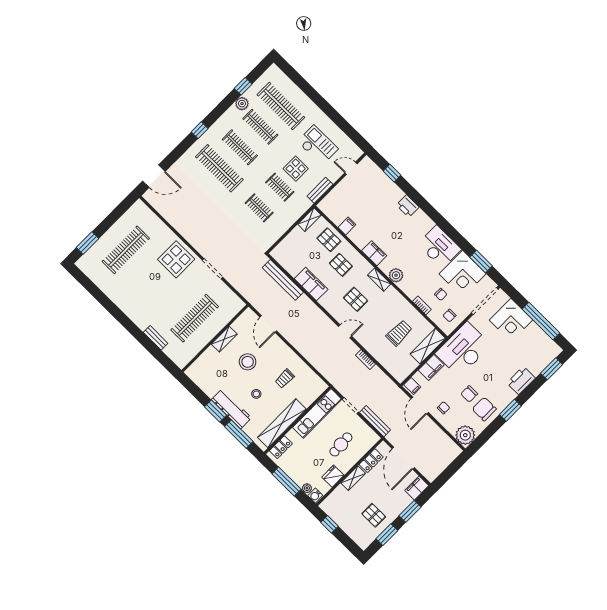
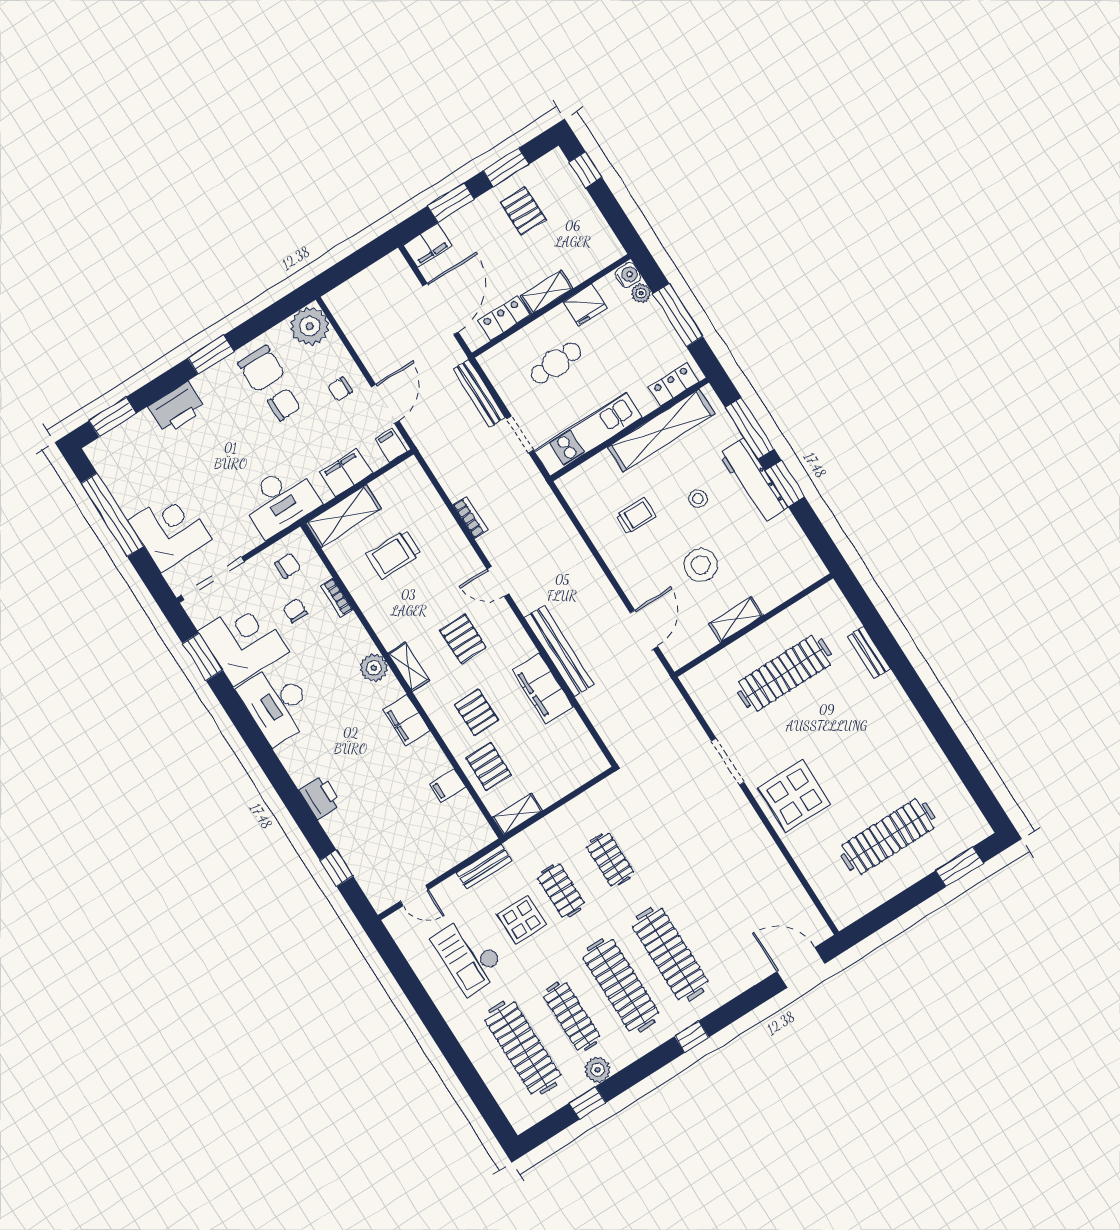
clothes rail: (240, 147) -> (621, 985), width x1.37, depth x1.31
bench: (283, 280) -> (559, 651), moved
desk: (463, 349) -> (280, 500), width x0.73, depth x0.77
window: (330, 524) -> (586, 170), moved

